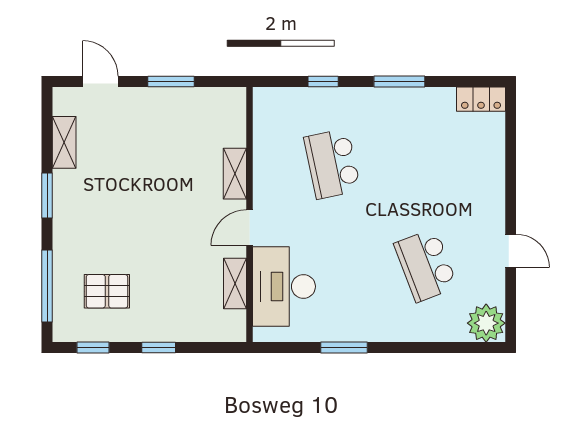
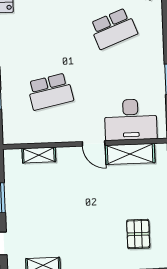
shelving: (235, 174) -> (39, 155), moved
shelving: (235, 283) -> (130, 154), width x1.50, depth x1.33

